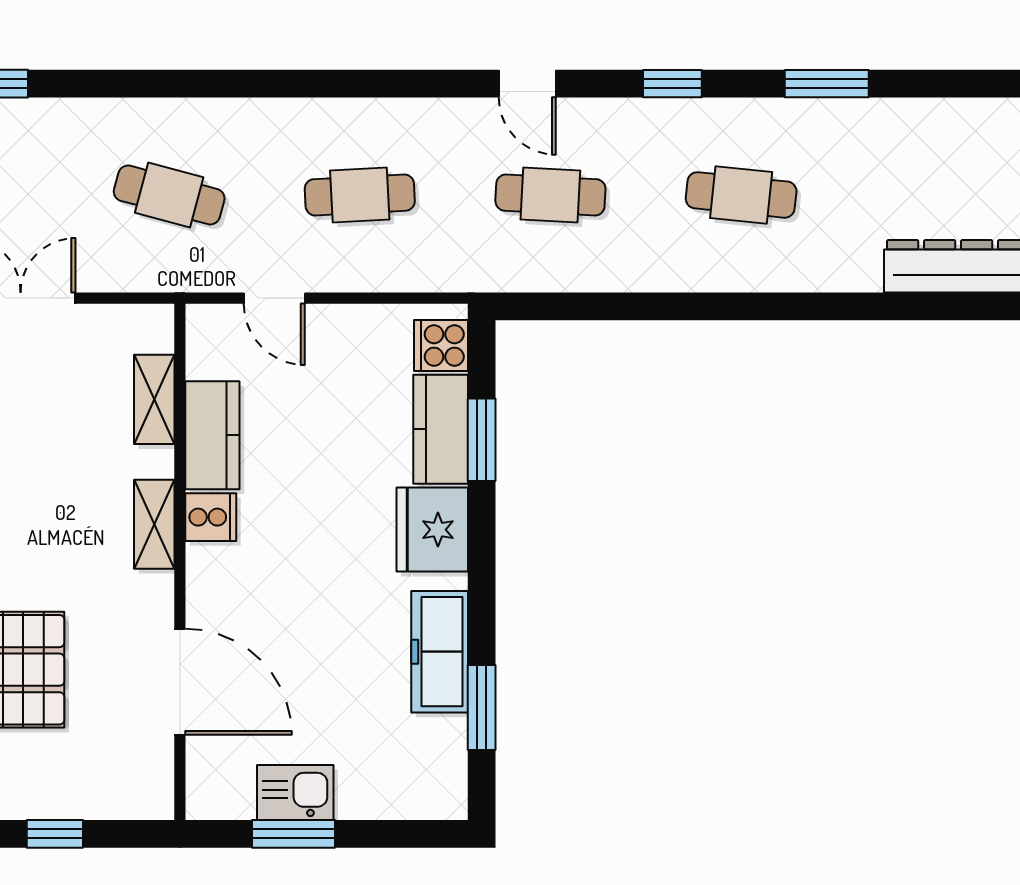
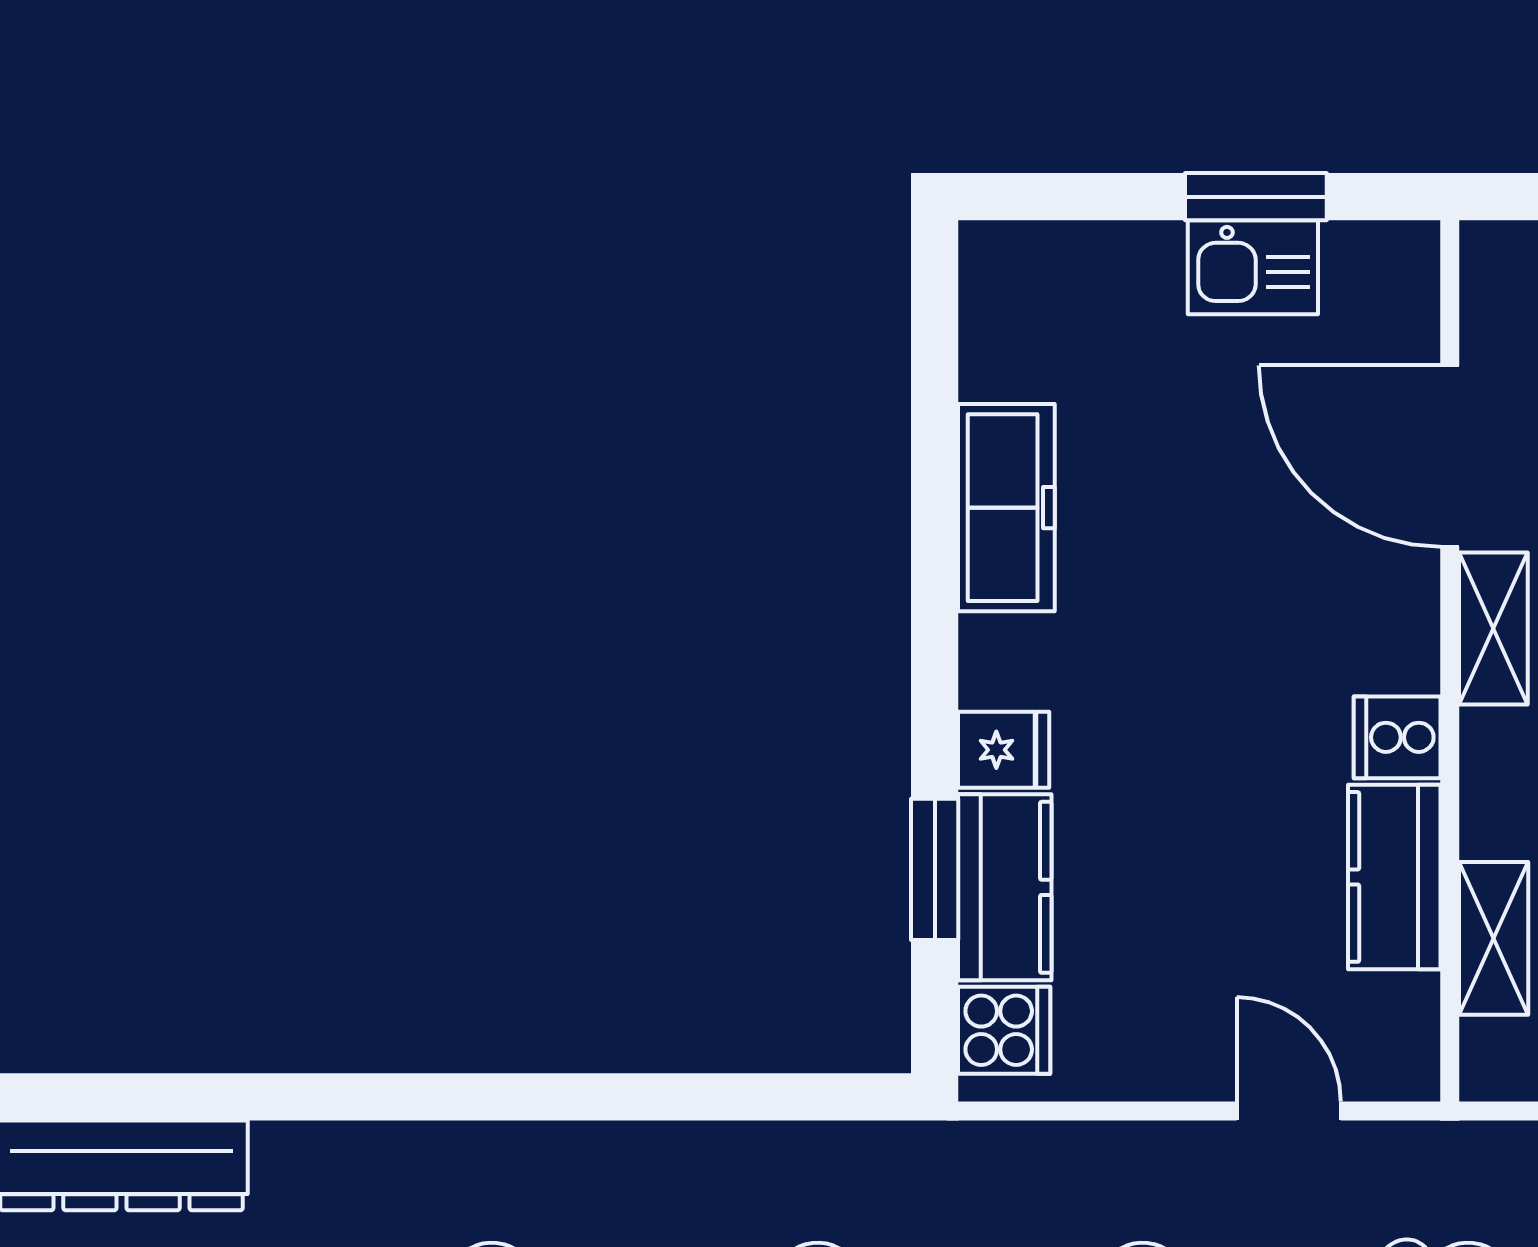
shelving: (154, 524) -> (1493, 628), moved
fridge: (432, 530) -> (1004, 750), width x0.53, depth x0.75
window: (482, 708) -> (935, 412), removed

